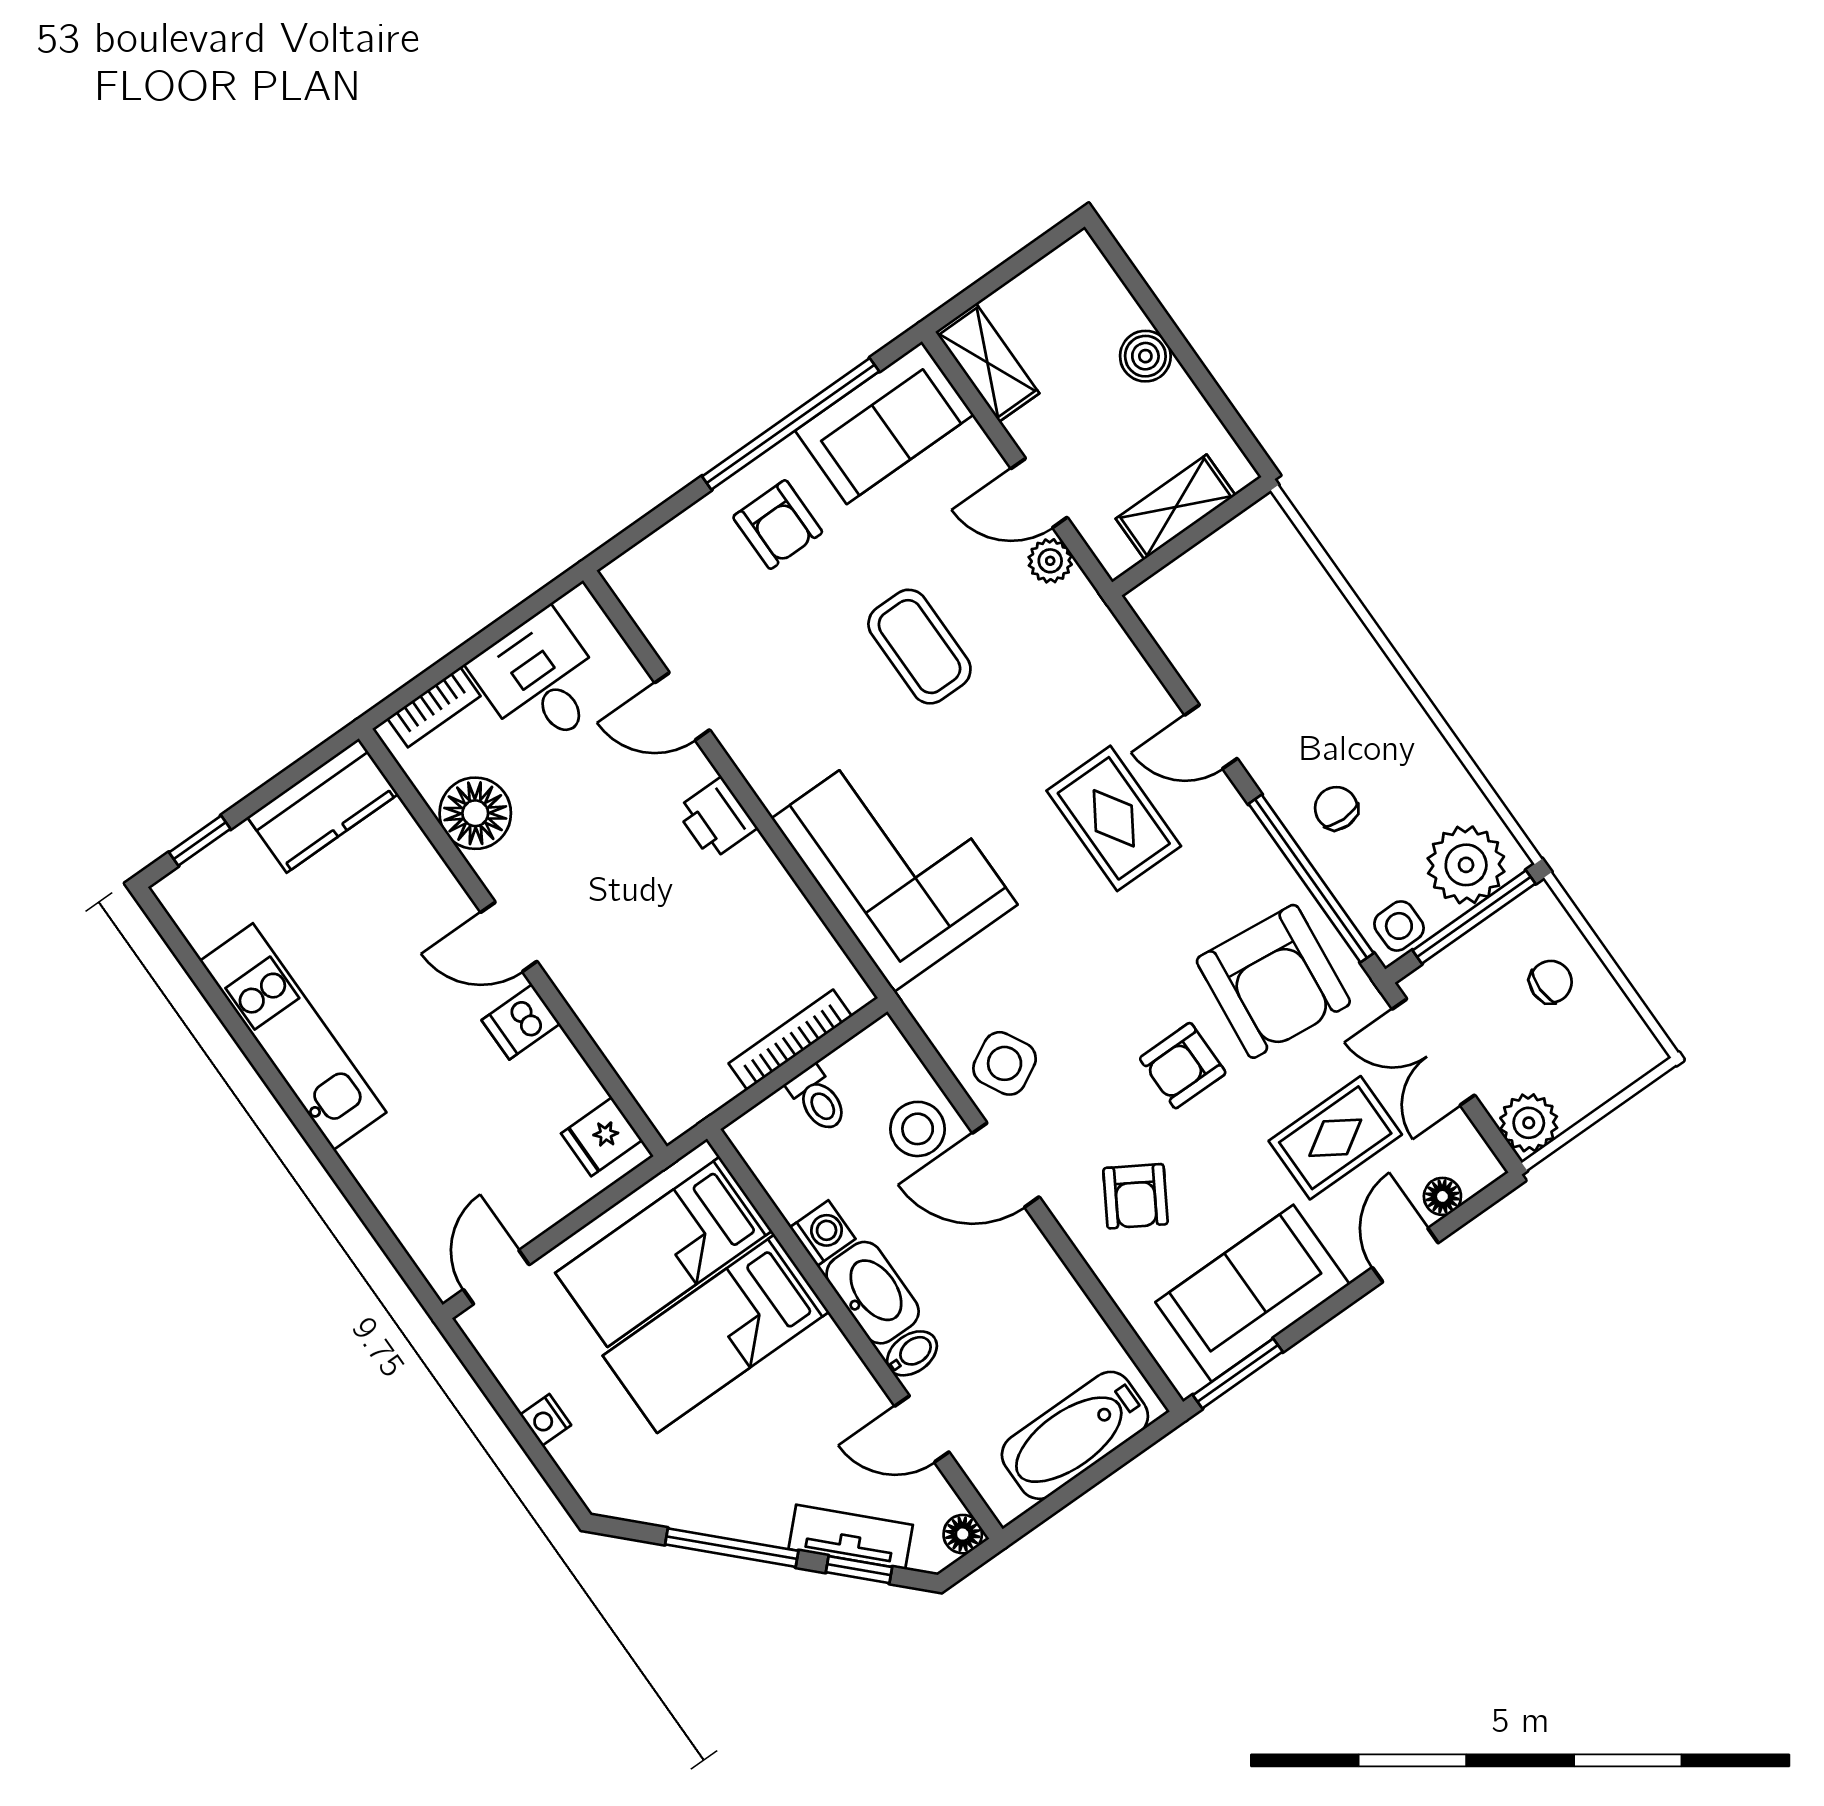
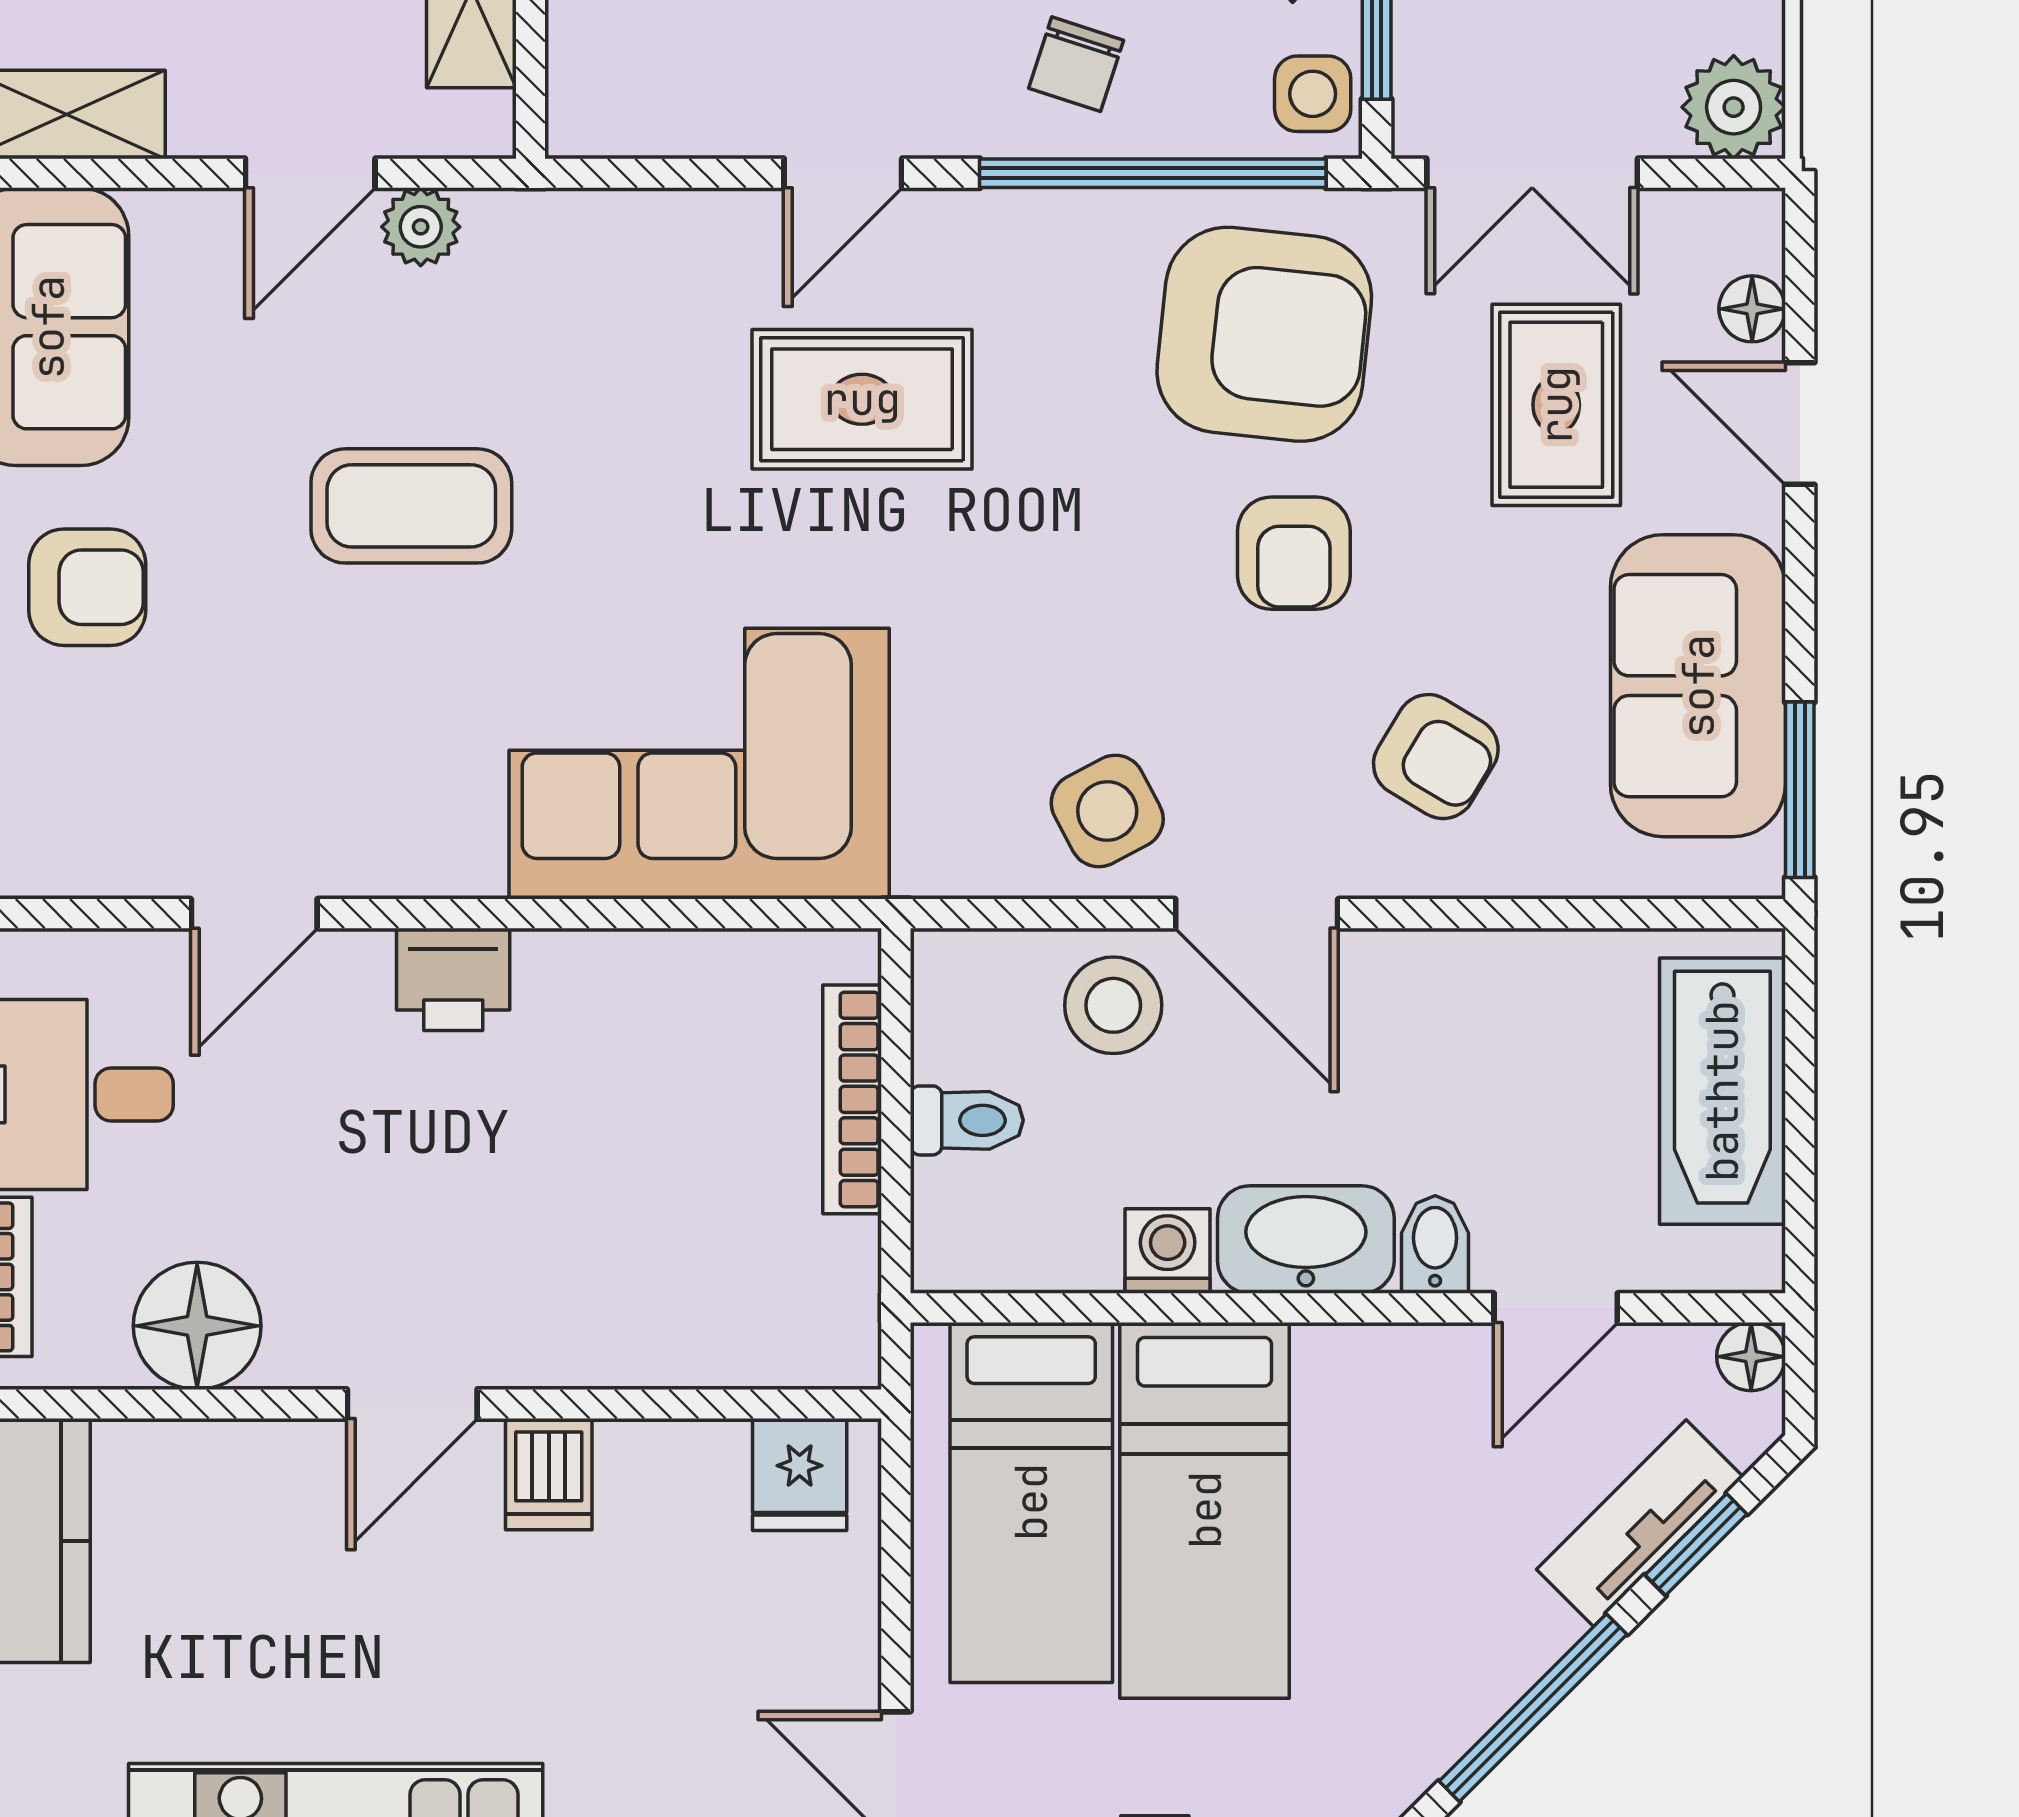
chair: (1336, 808) -> (1076, 64), turned -72
door: (1006, 1165) -> (1257, 914), hinge flipped

